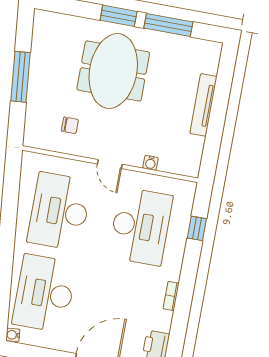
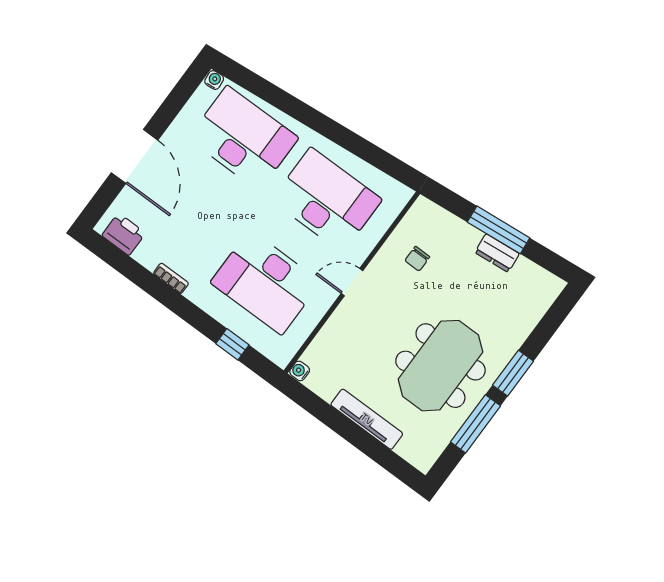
dresser: (38, 70) -> (497, 253), added
meeting table: (113, 71) -> (440, 366), moved, turned 90
water cooler: (151, 163) -> (300, 371), moved

